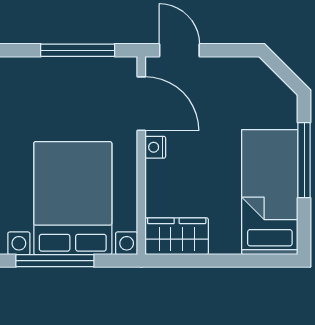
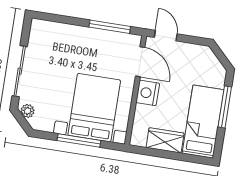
nightstand: (155, 147) -> (148, 93), width x1.89, depth x1.79
wardrobe: (177, 236) -> (165, 140), moved

